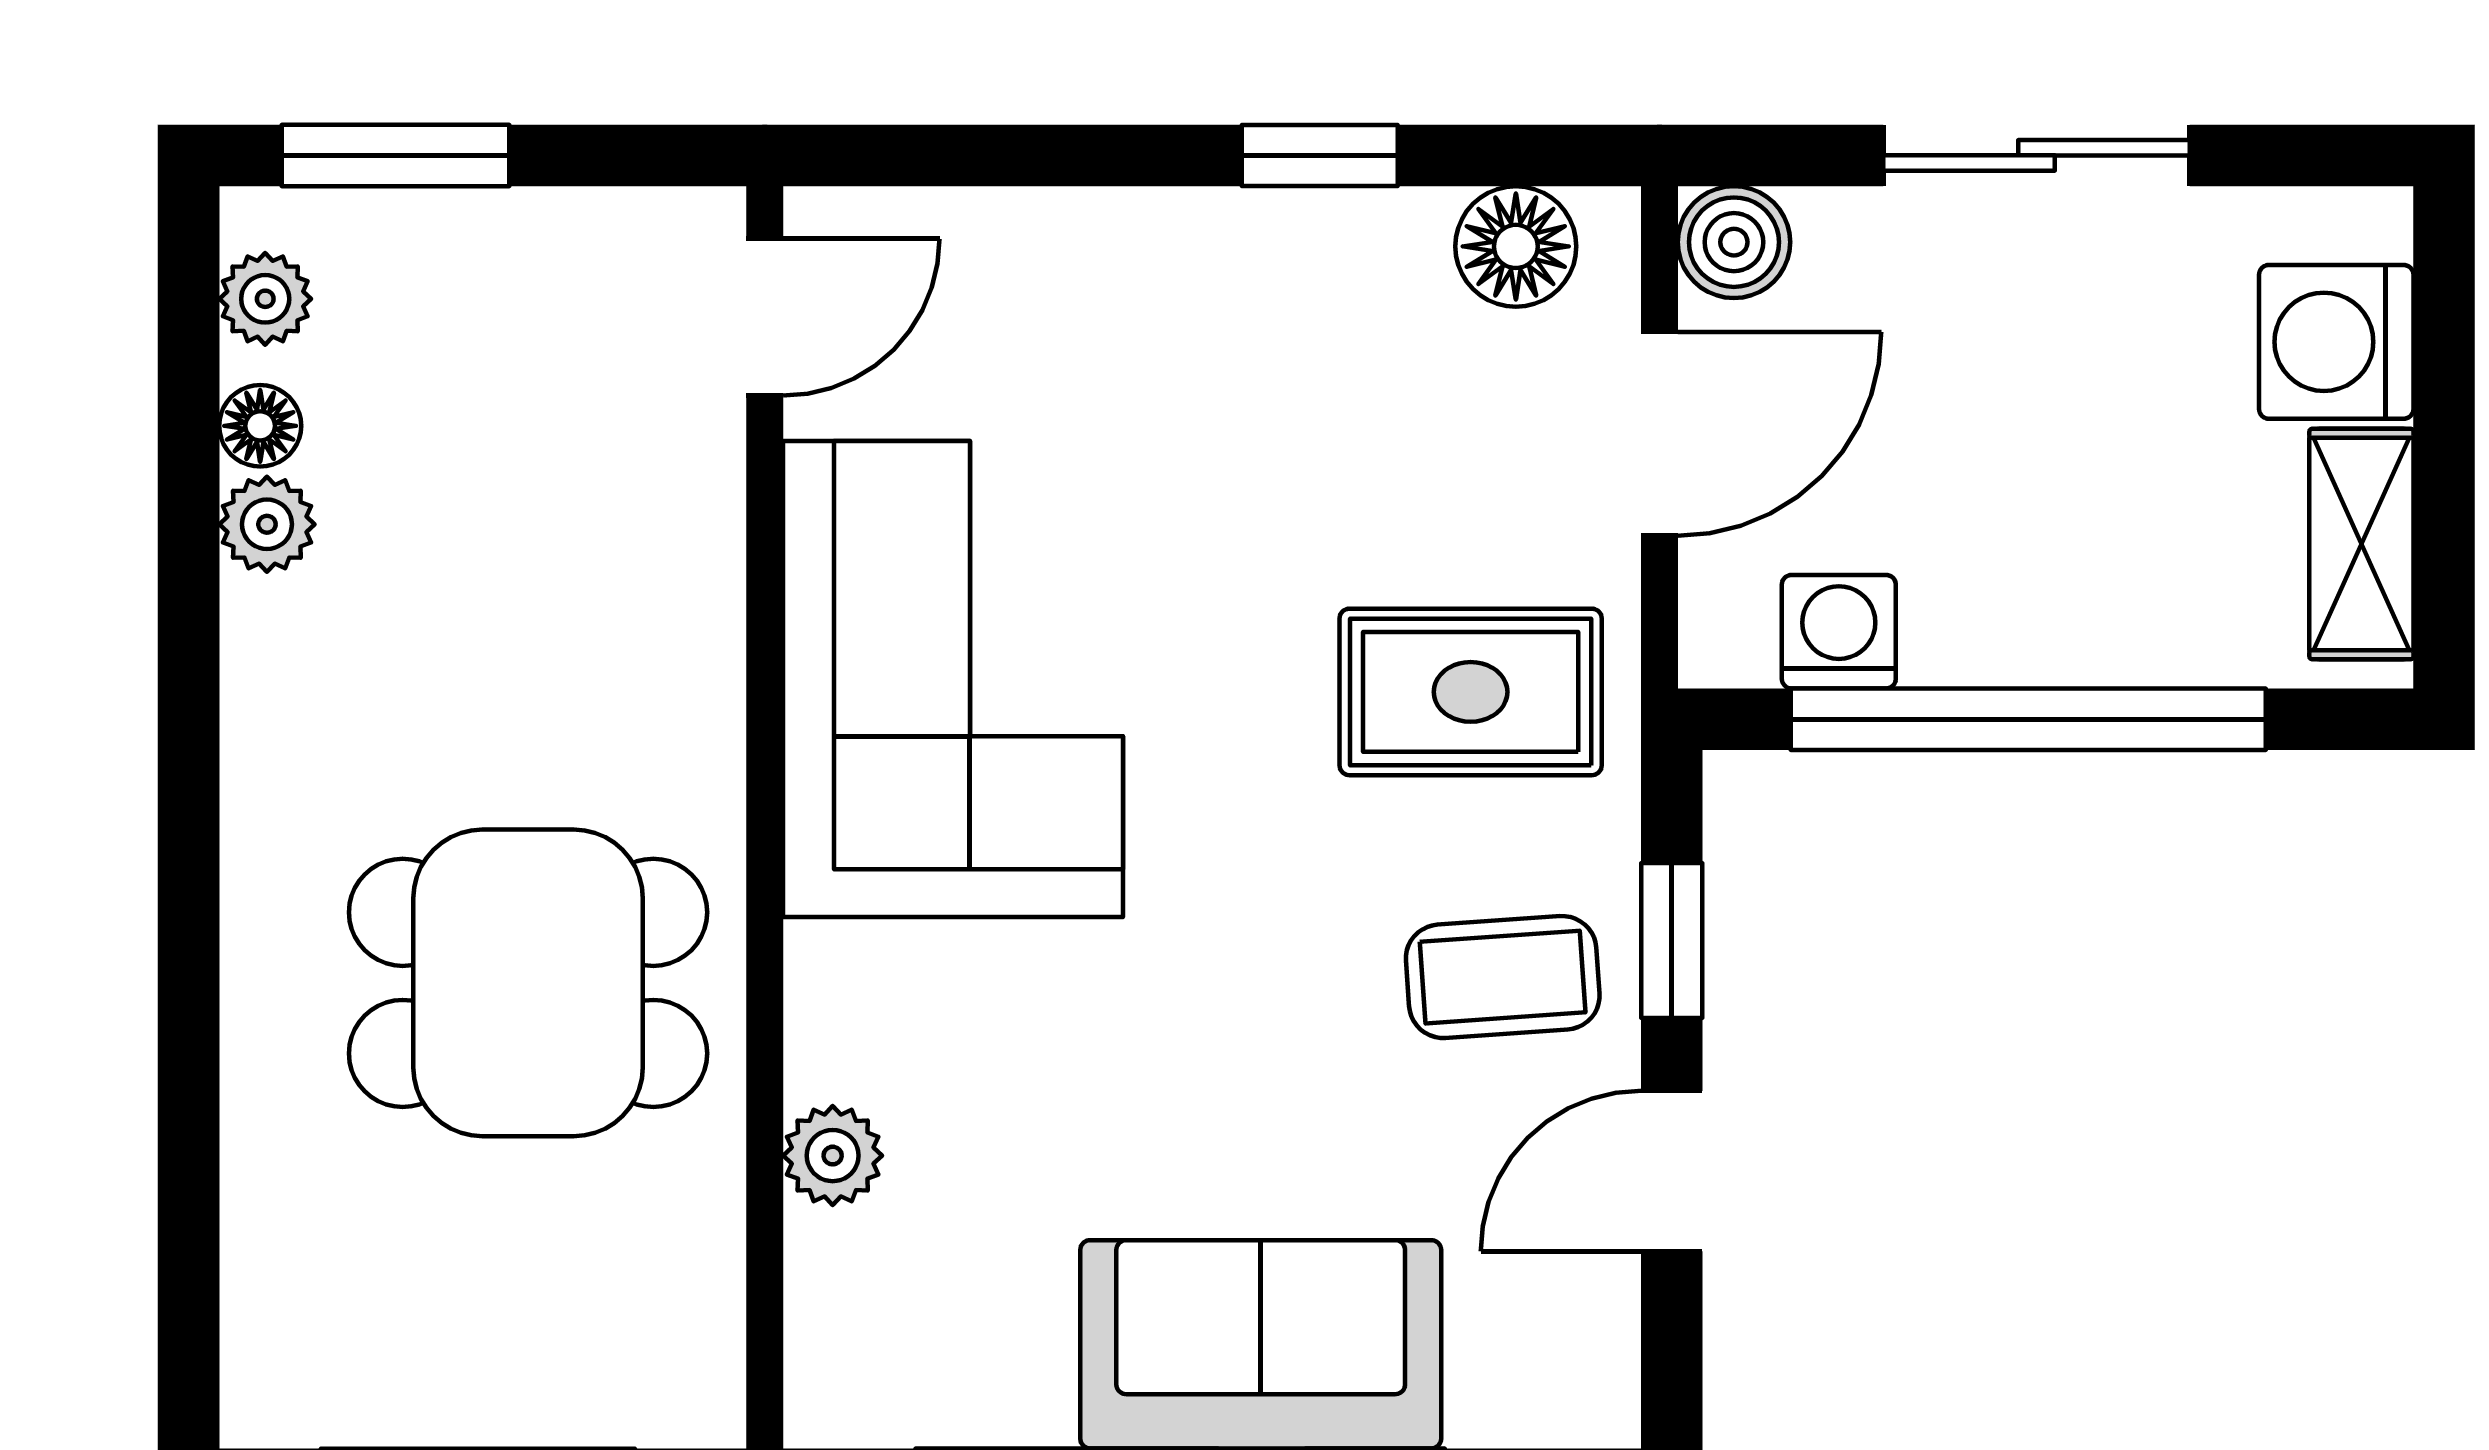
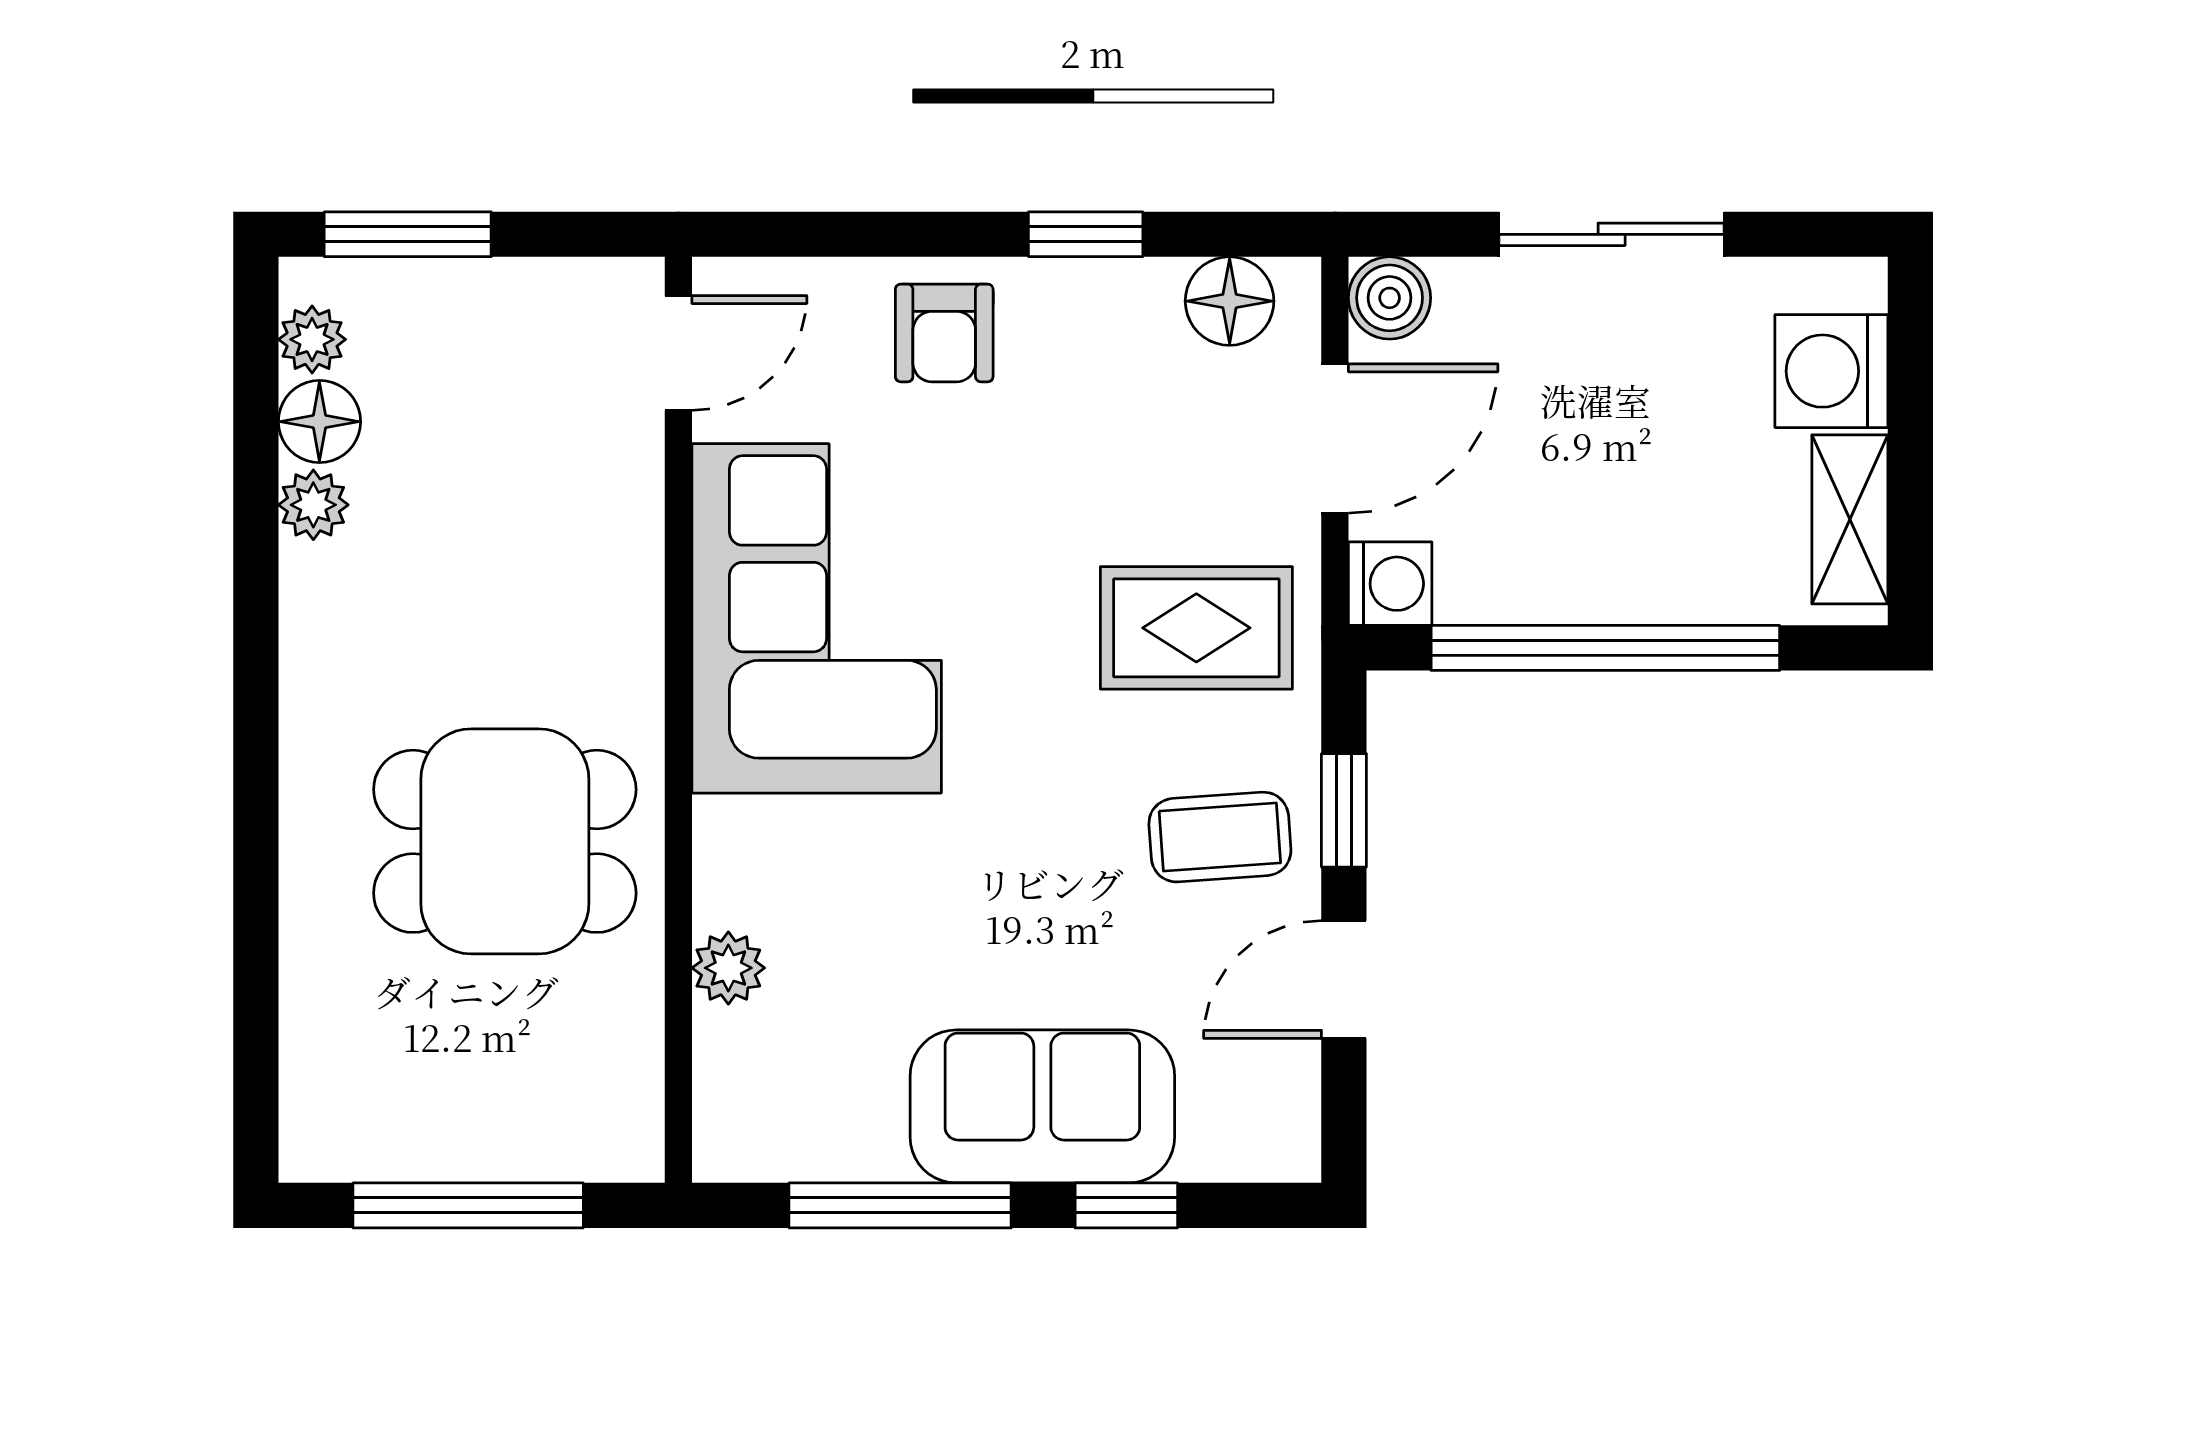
armchair: (1127, 290) -> (944, 333), added
floor lamp: (260, 426) -> (319, 422), width x1.37, depth x1.37
washing machine: (1839, 632) -> (1390, 584), moved, turned 90

